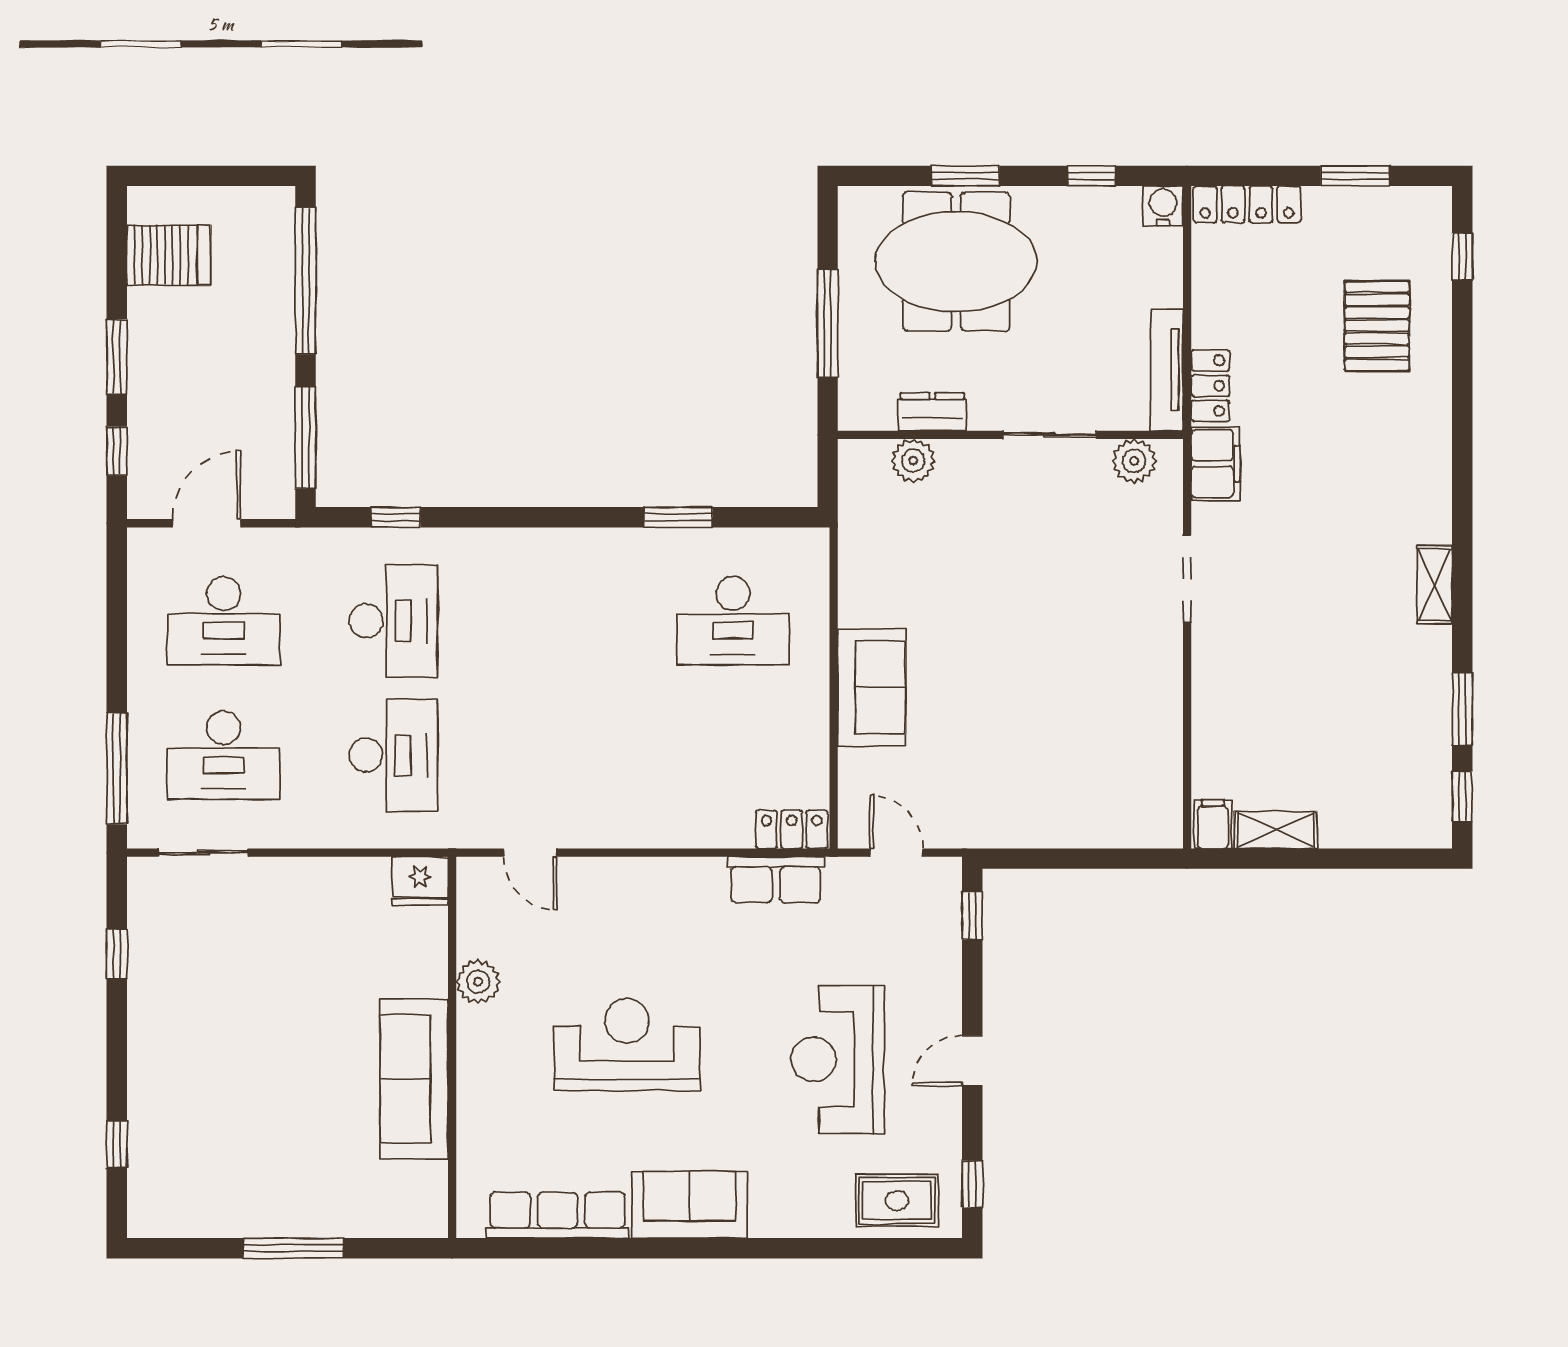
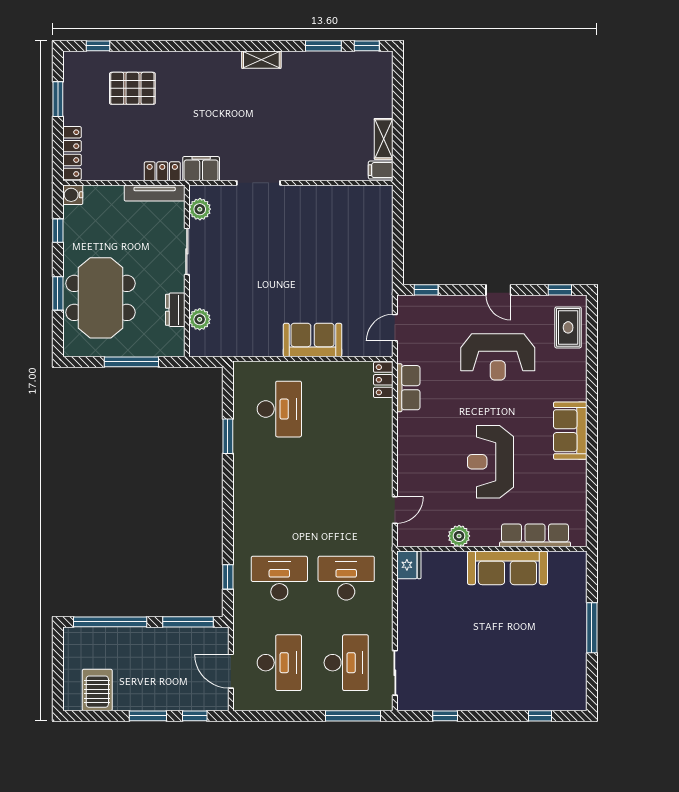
row of seats: (558, 1215) -> (535, 535), moved, turned 90

